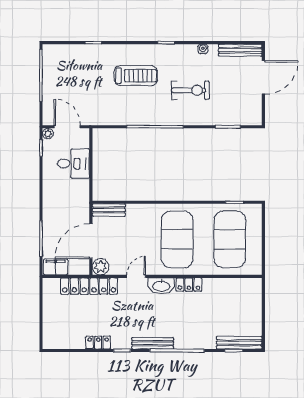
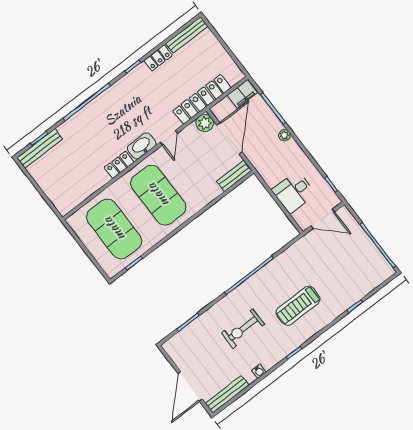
plant: (48, 134) -> (284, 135), moved
bench: (153, 343) -> (187, 35), moved

